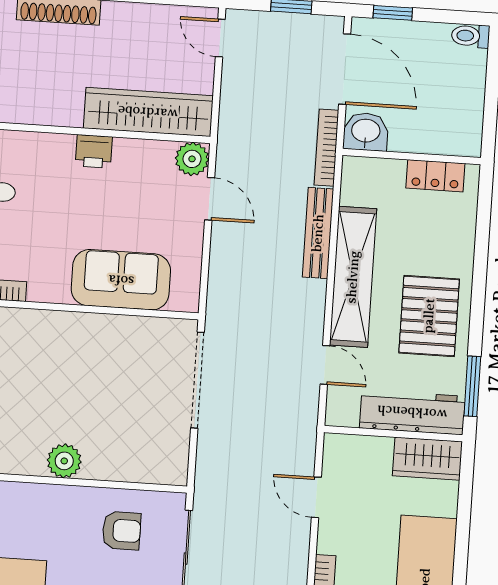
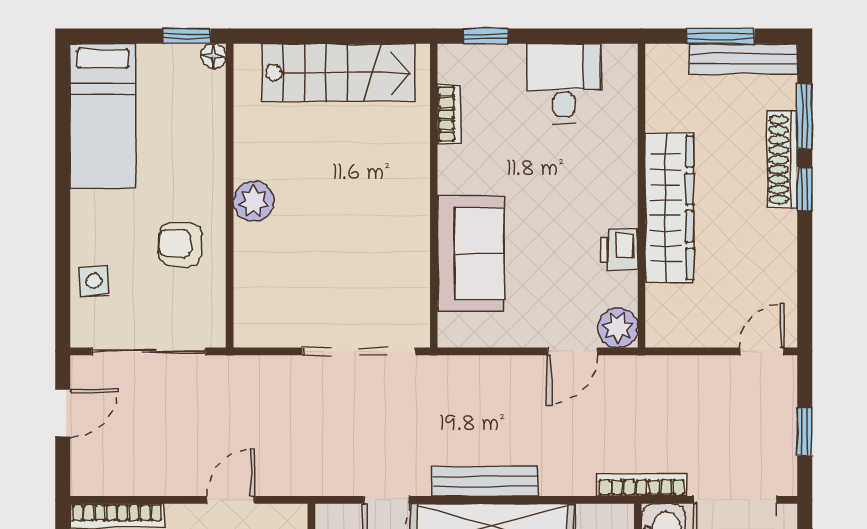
wardrobe: (148, 112) -> (669, 208), moved
printer: (94, 151) -> (619, 249), moved
bench: (318, 233) -> (485, 481), moved
armchair: (122, 531) -> (180, 244), moved, turned 94

